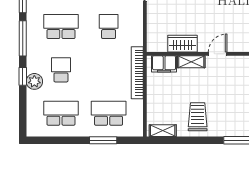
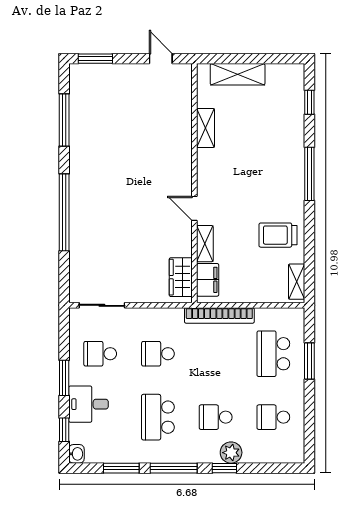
wardrobe: (183, 44) -> (181, 277), moved
school desk: (61, 113) -> (273, 417), width x0.54

